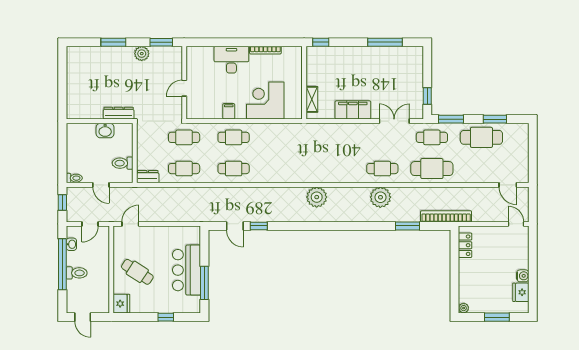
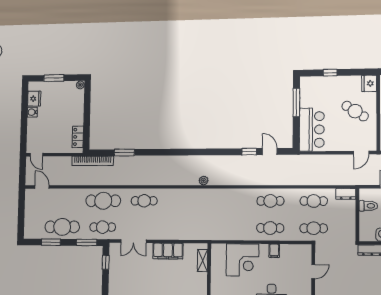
plant: (317, 197) -> (204, 181), width x0.53, depth x0.53
plant: (380, 197) -> (146, 177), removed
bar counter: (187, 270) -> (312, 130), moved

